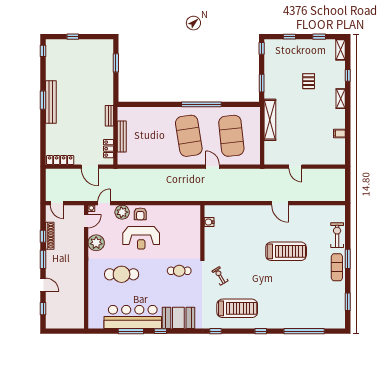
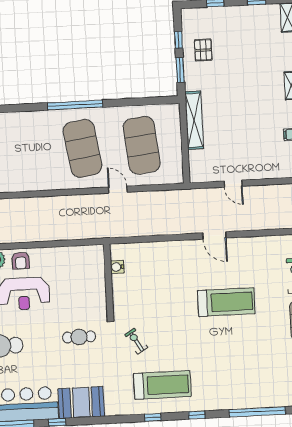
window: (262, 48) -> (179, 40), moved
pallet: (309, 81) -> (203, 50), moved
window: (201, 104) -> (75, 105), moved
window: (215, 331) -> (153, 417), moved

